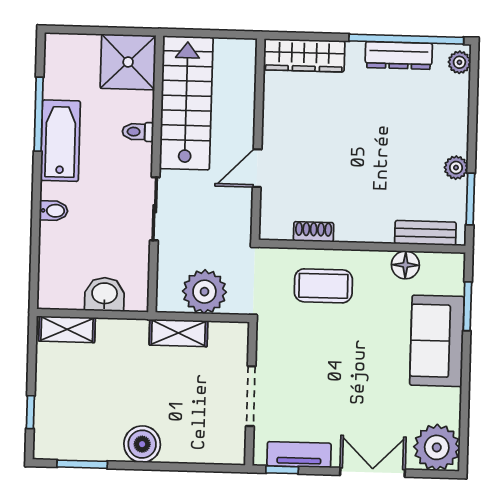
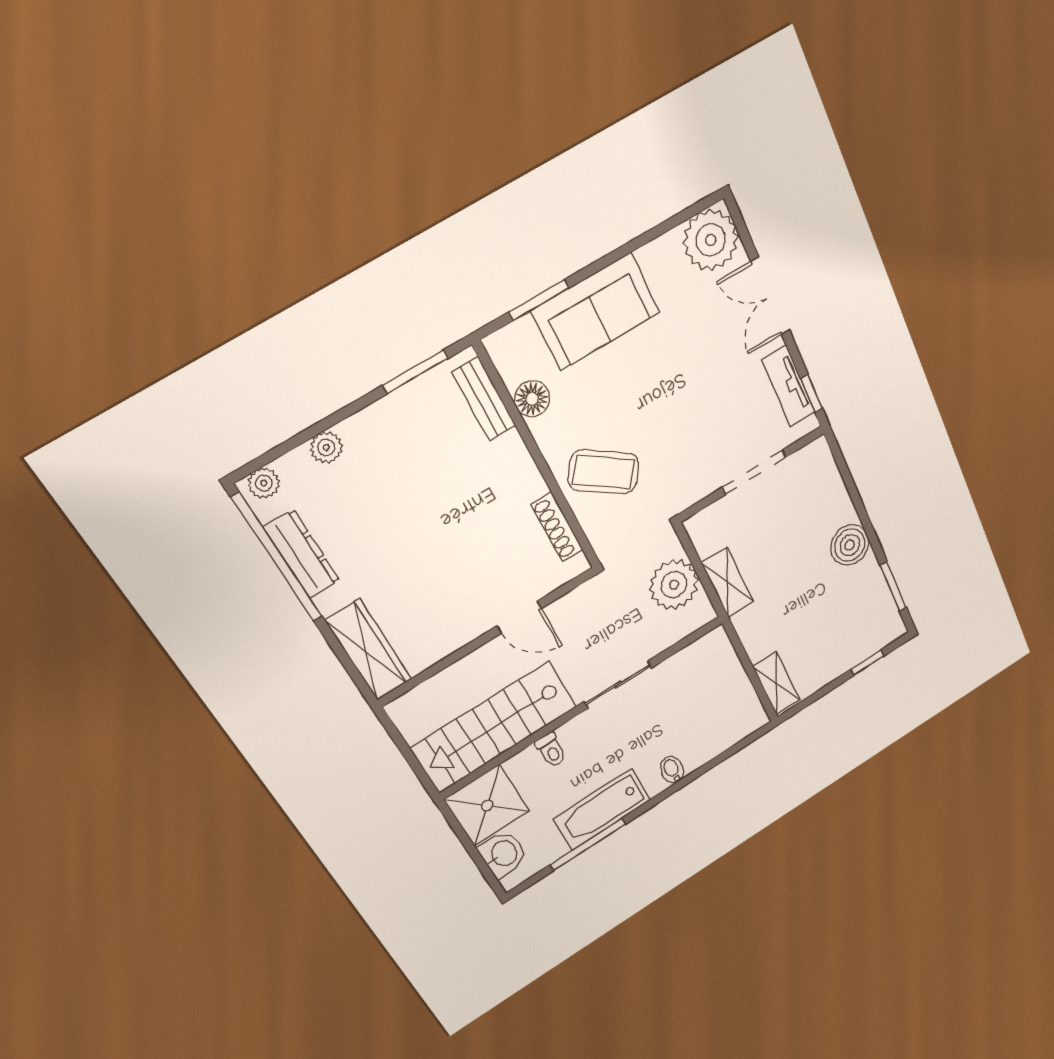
plant: (456, 168) -> (326, 447), moved
shoe rack: (314, 232) -> (557, 527), width x1.43
coffee table: (323, 286) -> (603, 472), turned -54
washbasin: (104, 294) -> (503, 854), moved, turned 180

